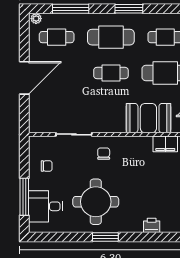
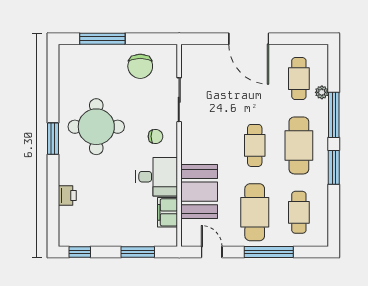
window: (71, 9) -> (334, 115), moved
plant: (36, 19) -> (322, 92), moved
chair: (47, 166) -> (140, 66), width x1.87, depth x1.87
desk: (46, 206) -> (156, 177), moved, turned 90

